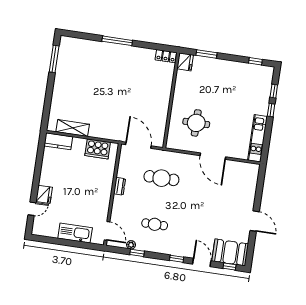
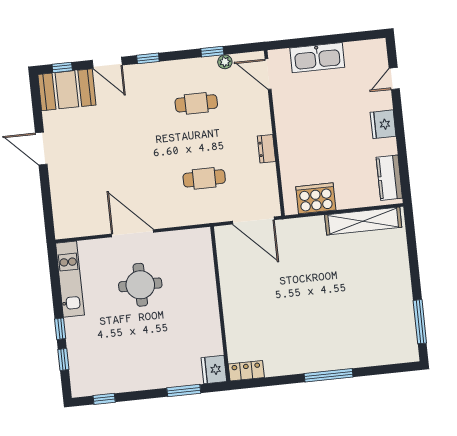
round table: (196, 123) -> (140, 285), moved
shelving: (73, 128) -> (363, 221), width x1.47
kitchen counter: (58, 141) -> (389, 178), moved, turned -90
cafe table: (161, 178) -> (204, 178), width x0.73, depth x0.74
fridge: (44, 194) -> (383, 124), moved

